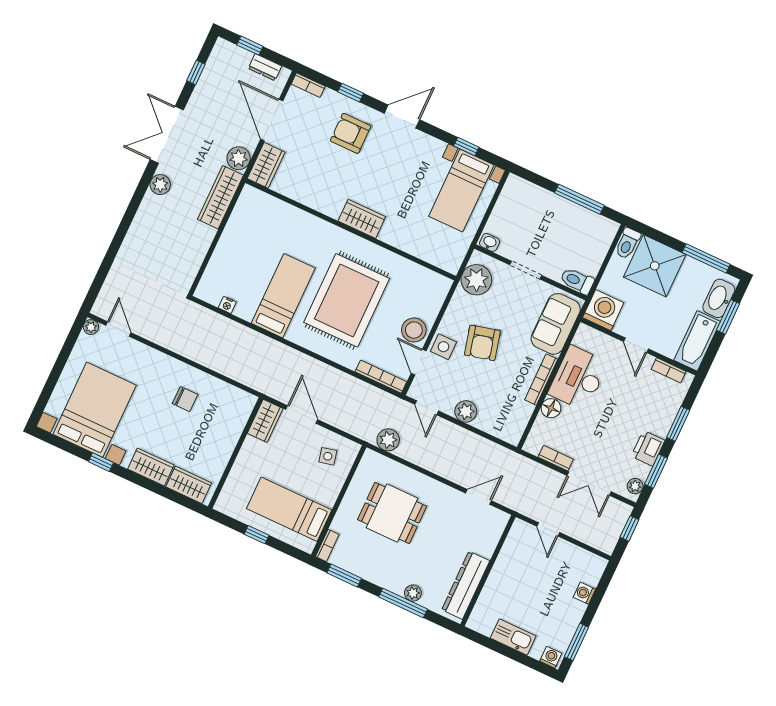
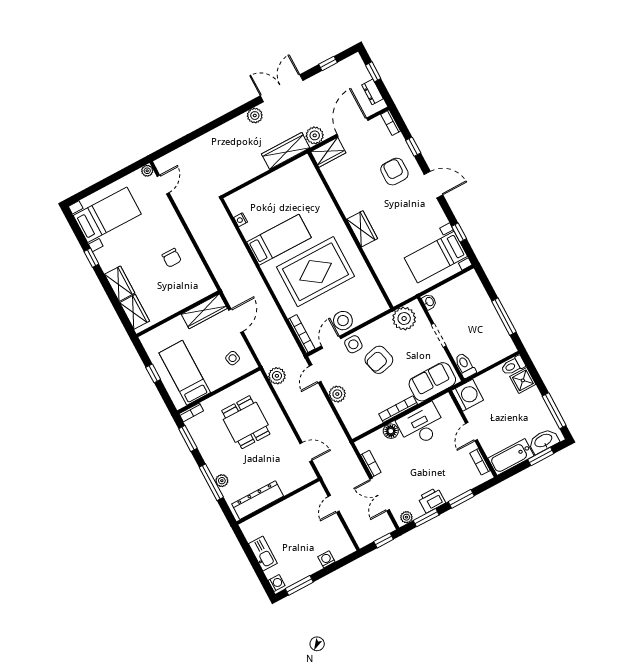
shower: (655, 266) -> (523, 380), width x0.54, depth x0.54
bed with nightstands: (95, 410) -> (107, 215), width x0.73
wardrobe: (265, 421) -> (204, 311), width x1.50

